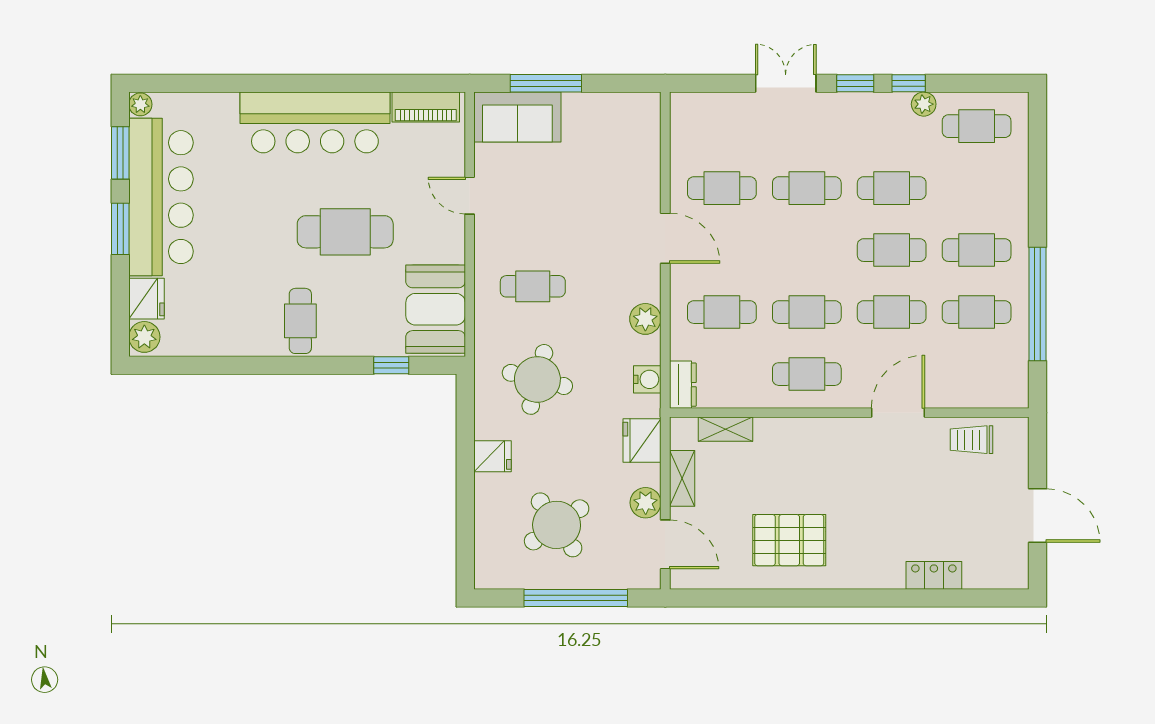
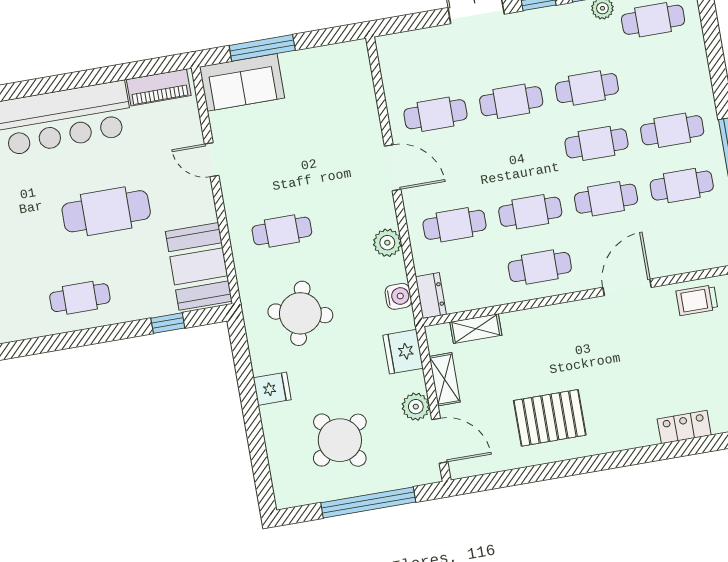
cafe table: (300, 321) -> (80, 298), turned 90

